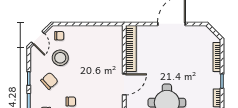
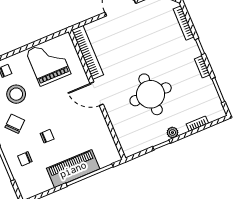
grand piano: (96, 43) -> (48, 62), added
door: (124, 84) -> (97, 94), swing flipped

